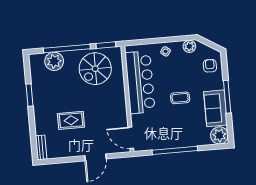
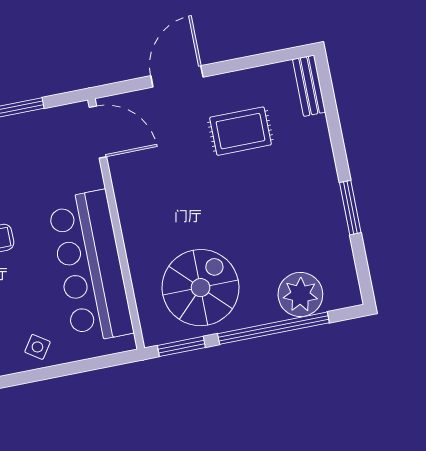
rug: (71, 120) -> (240, 131), moved

